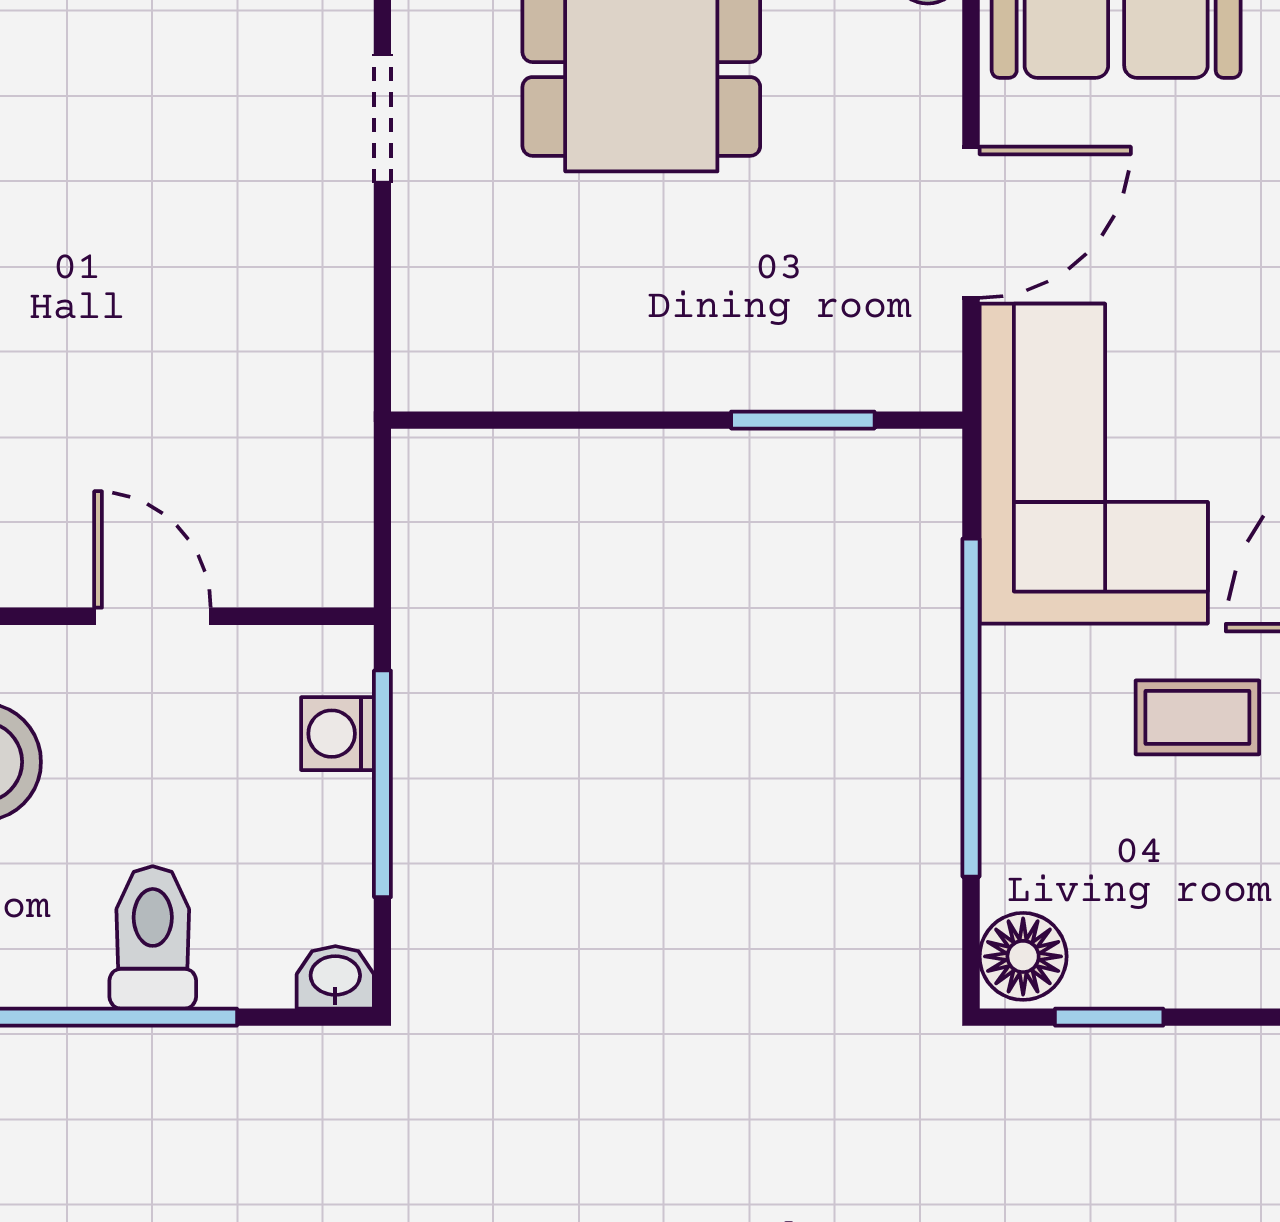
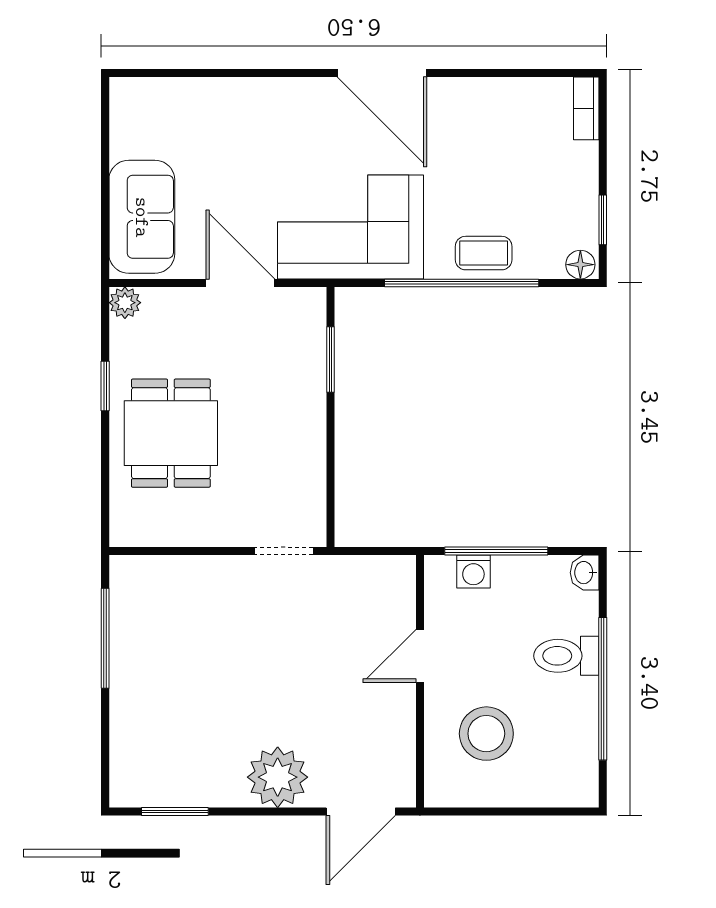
doorway: (382, 119) -> (284, 551), moved
coffee table: (1197, 717) -> (484, 253), moved, turned 90
floor lamp: (1023, 956) -> (580, 265), width x0.73, depth x0.73

